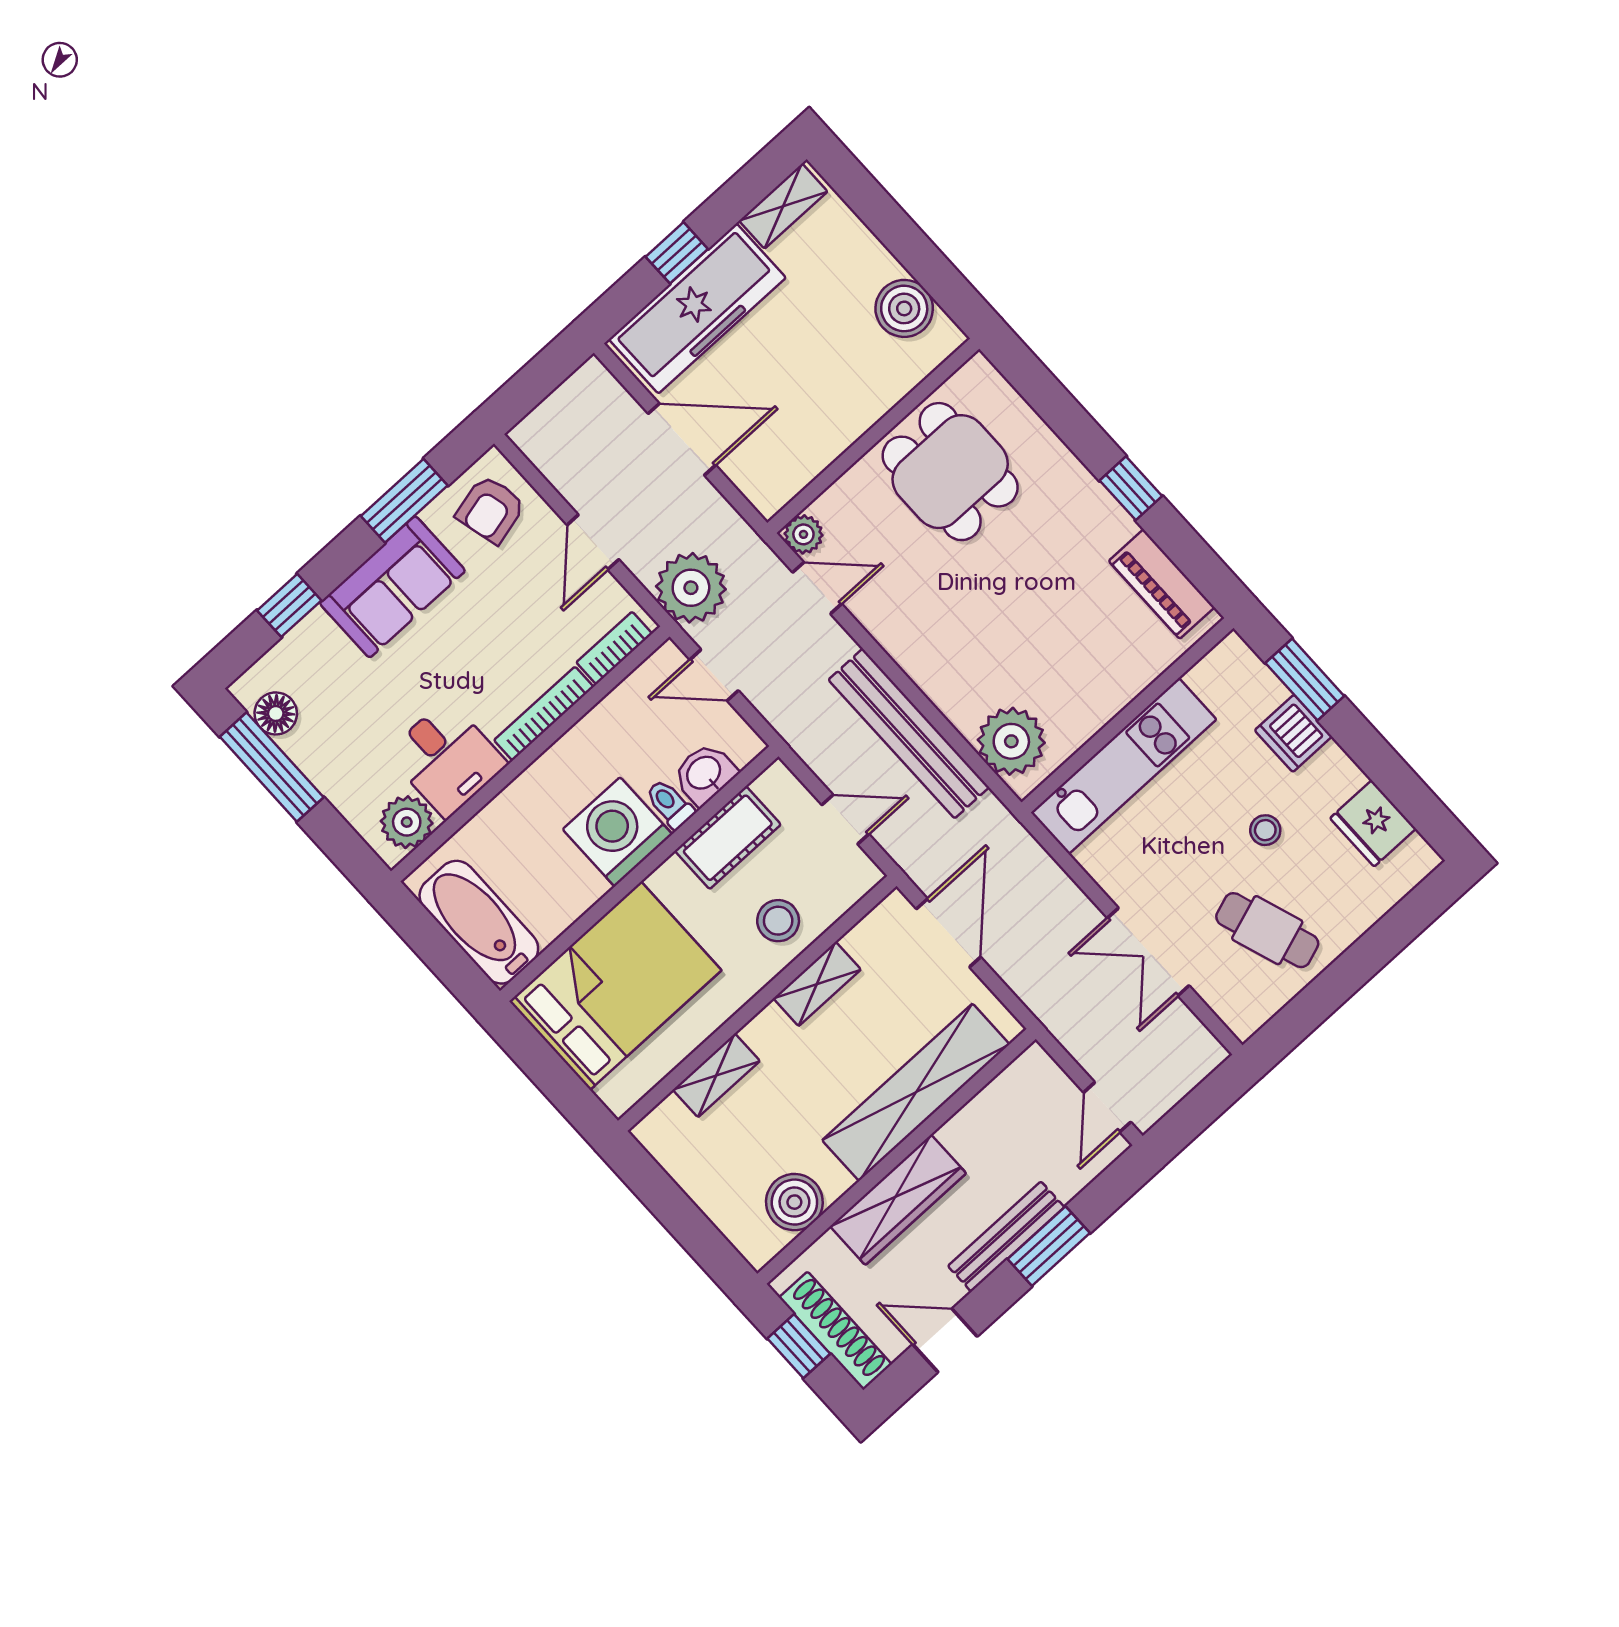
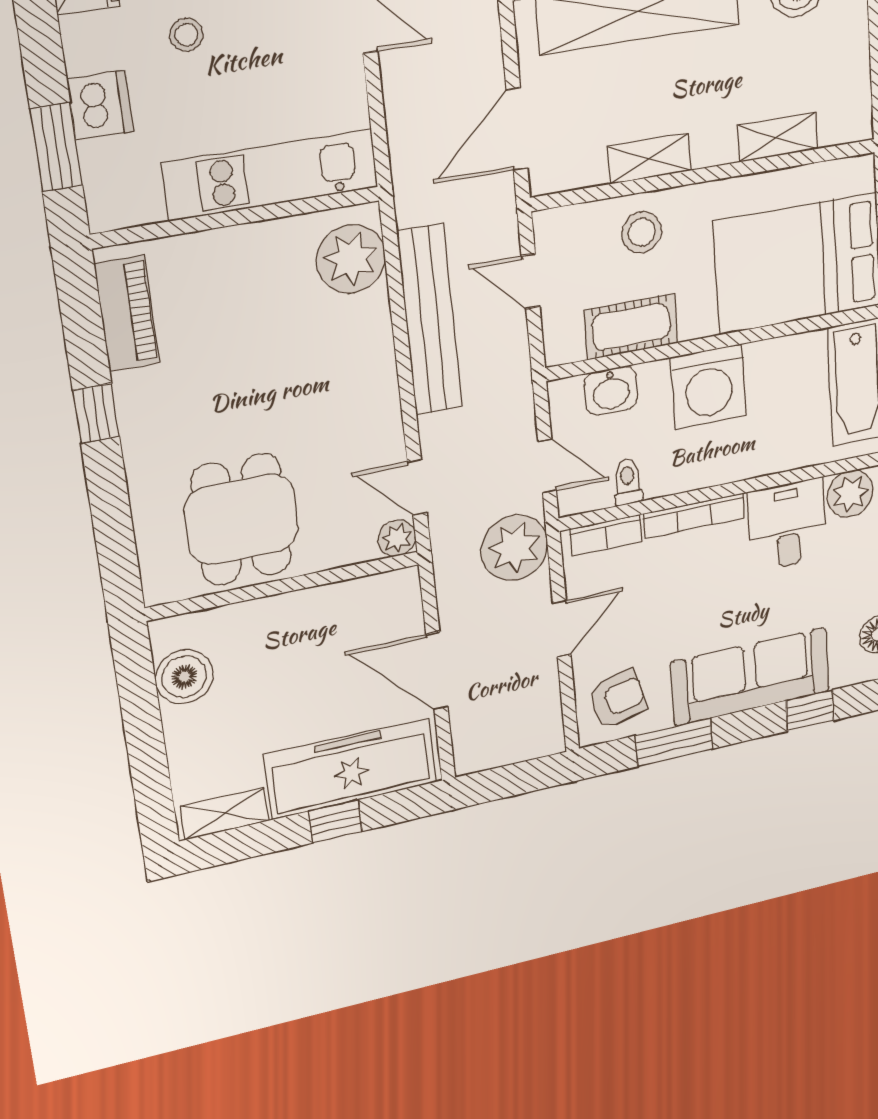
sofa: (392, 587) -> (750, 677), width x1.36
toilet: (670, 804) -> (628, 482), moved, turned 180

